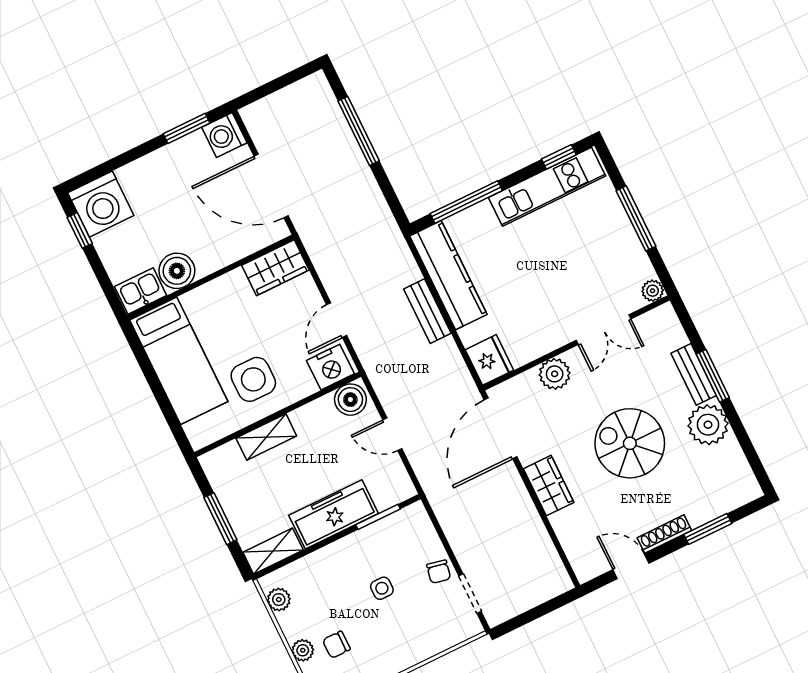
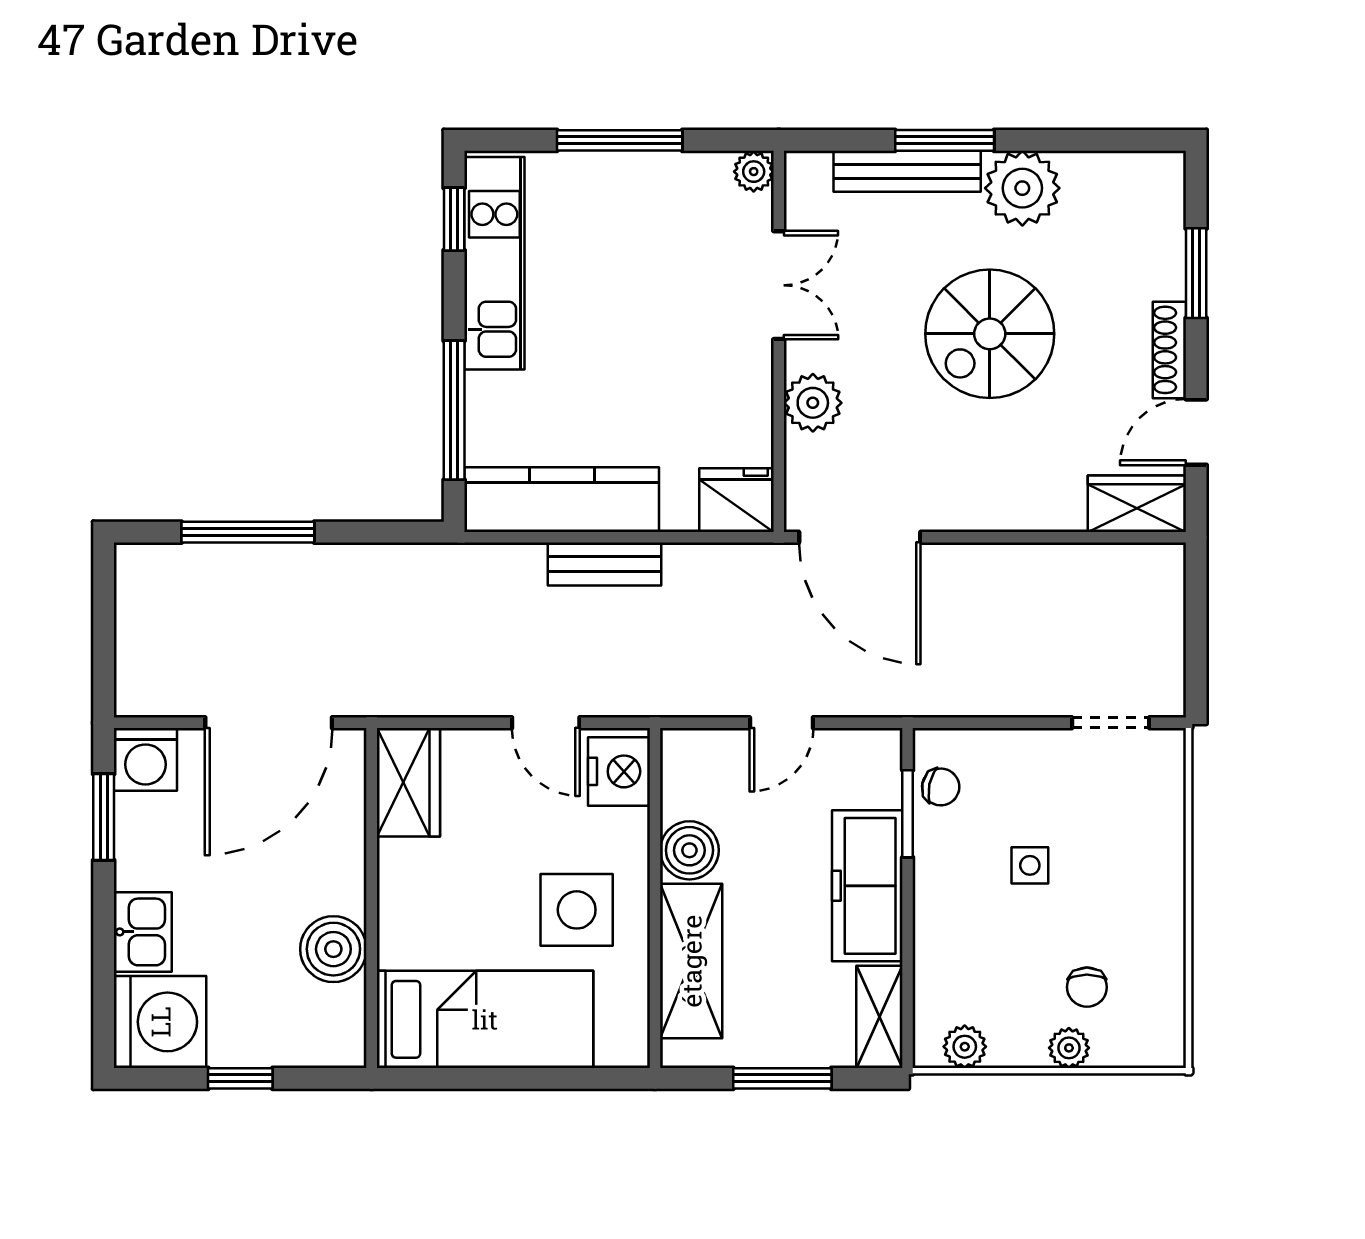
window: (80, 230) -> (240, 1078), moved
kitchen sink: (141, 291) -> (143, 932), moved, turned 180
bench: (694, 374) -> (907, 171), width x1.36
boiler: (350, 400) -> (689, 850), moved
shelving: (266, 437) -> (691, 961), width x1.50, depth x1.33
wardrobe: (549, 486) -> (1137, 504), moved
chair: (439, 572) -> (941, 787), moved

